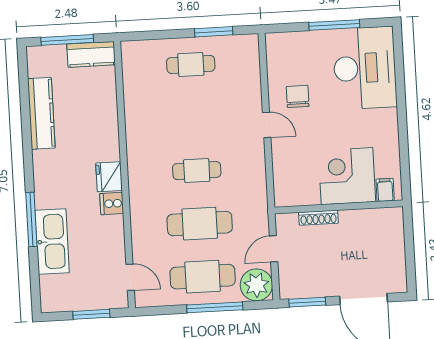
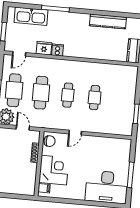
cafe table: (191, 64) -> (95, 98), moved
chair: (298, 96) -> (49, 141), moved
door: (267, 125) -> (75, 133), moved
fridge: (109, 177) -> (44, 48), moved
kitchen sink: (52, 242) -> (31, 16), moved

